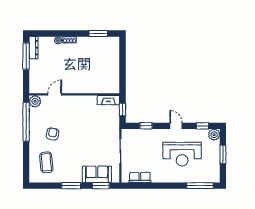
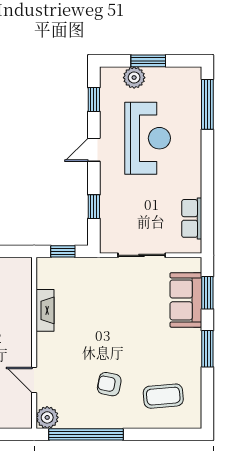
fireplace: (108, 100) -> (45, 310), moved
plant: (214, 135) -> (134, 78), moved

